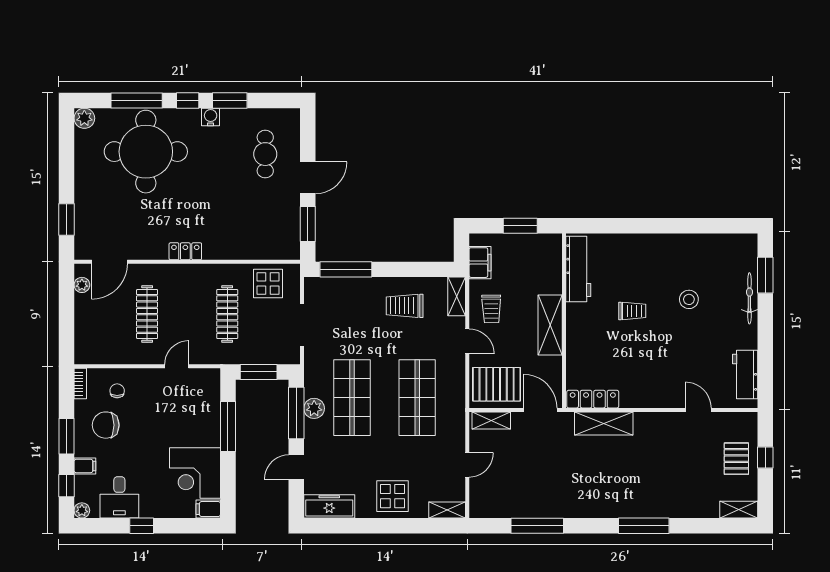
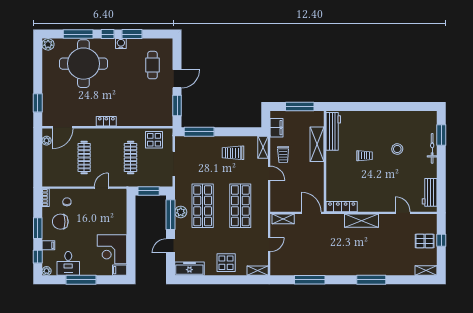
window: (520, 226) -> (300, 106), width x1.44
shelving: (550, 325) -> (317, 144), moved
pallet: (497, 384) -> (286, 198), removed
shelving: (604, 423) -> (362, 221), moved
window: (228, 426) -> (131, 222), removed
pallet: (736, 459) -> (425, 241), turned 90
window: (142, 526) -> (81, 280), width x2.17

